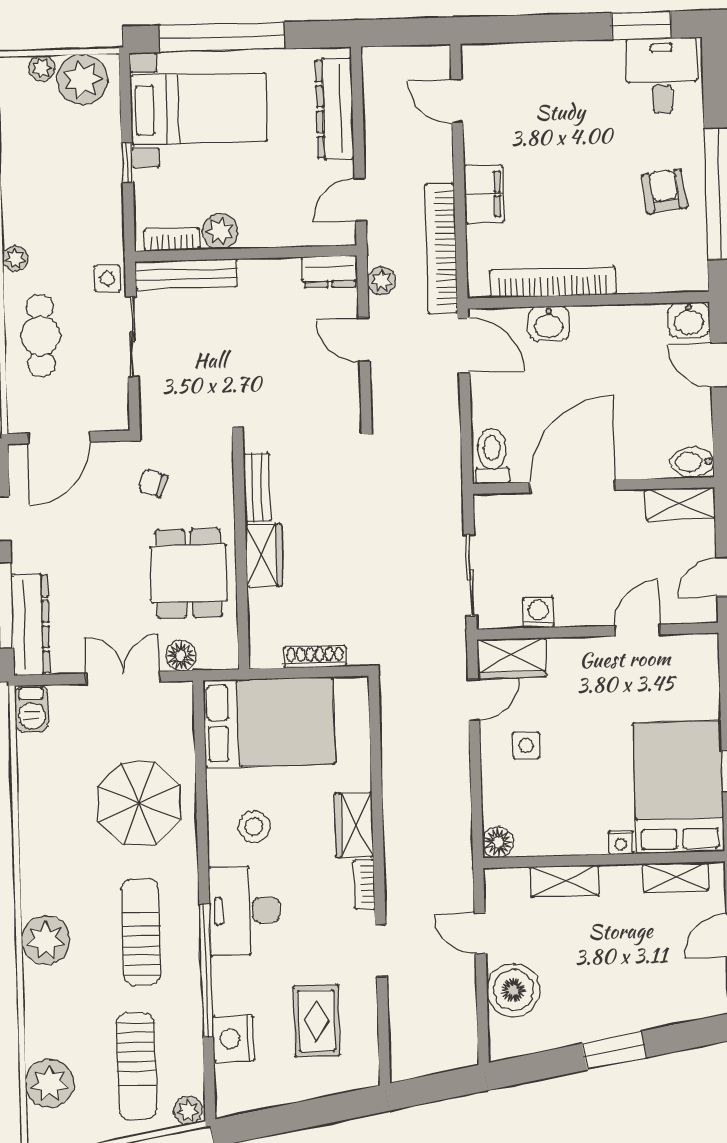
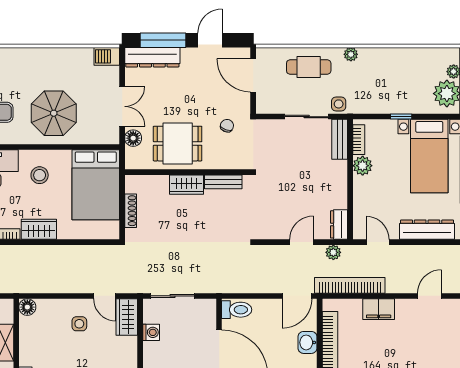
bench: (186, 274) -> (340, 139), width x0.73

